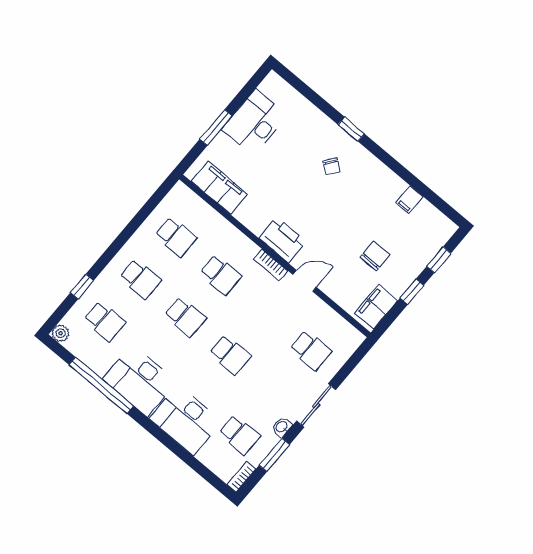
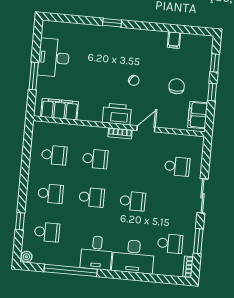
chair: (331, 166) -> (134, 80), moved
desk: (140, 381) -> (97, 253), width x0.73
washbasin: (282, 427) -> (191, 222), removed

